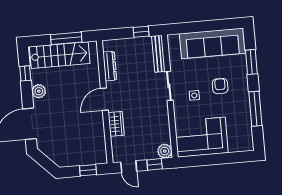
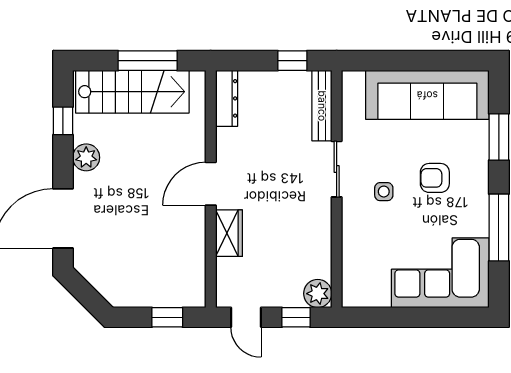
dresser: (110, 66) -> (227, 98), moved
armchair: (220, 86) -> (435, 178), turned -90
corner sofa: (201, 137) -> (440, 273), moved

